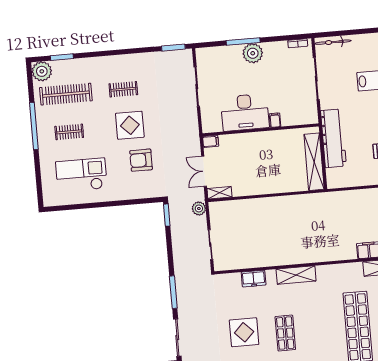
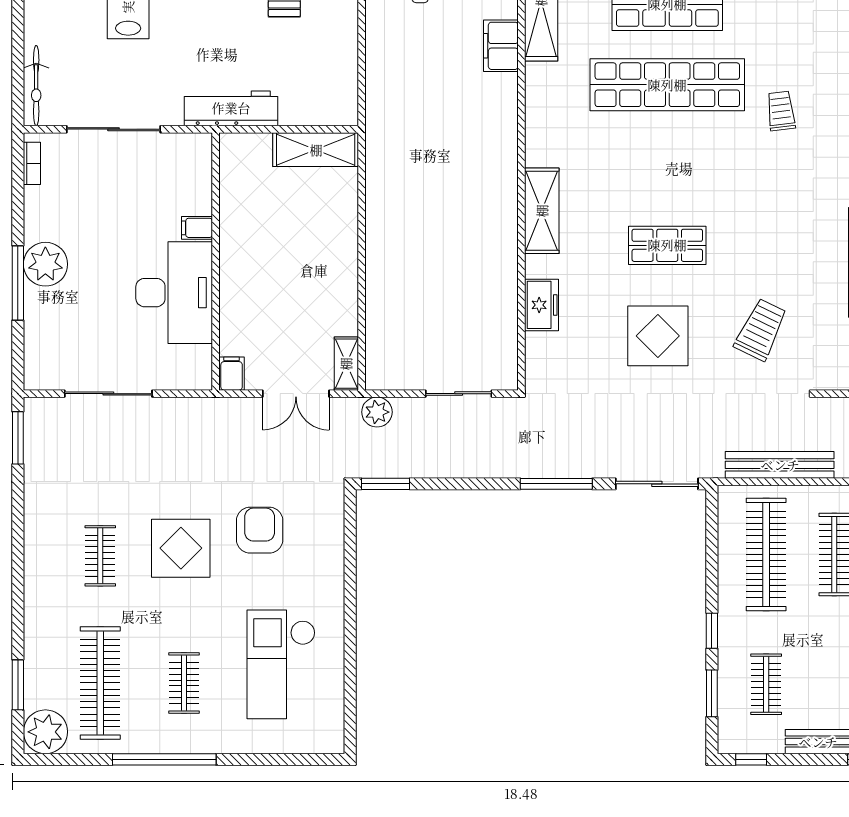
workbench: (333, 138) -> (231, 108), width x0.73, depth x0.76
armchair: (141, 160) -> (260, 530), turned 180
shelving: (314, 162) -> (316, 150), width x0.68

